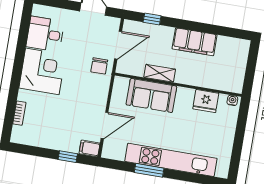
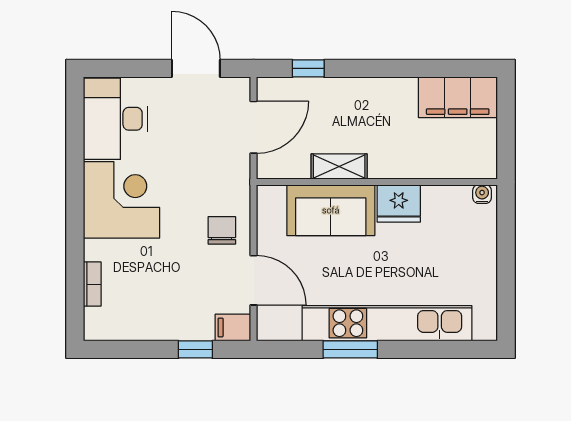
desk: (45, 34) -> (115, 119), width x1.37
filing cabinet: (195, 42) -> (458, 97), moved
chair: (99, 66) -> (222, 230), moved, turned 180
fridge: (206, 101) -> (399, 203), moved
door: (105, 125) -> (254, 280), hinge flipped

